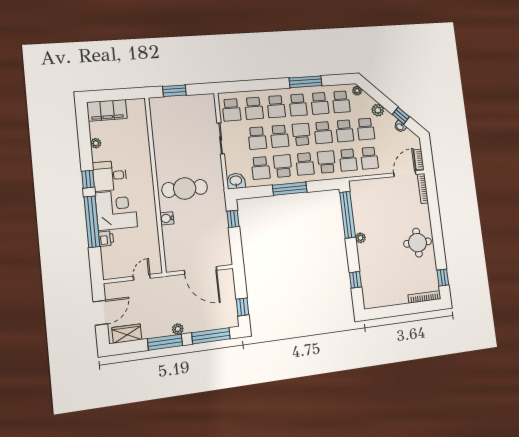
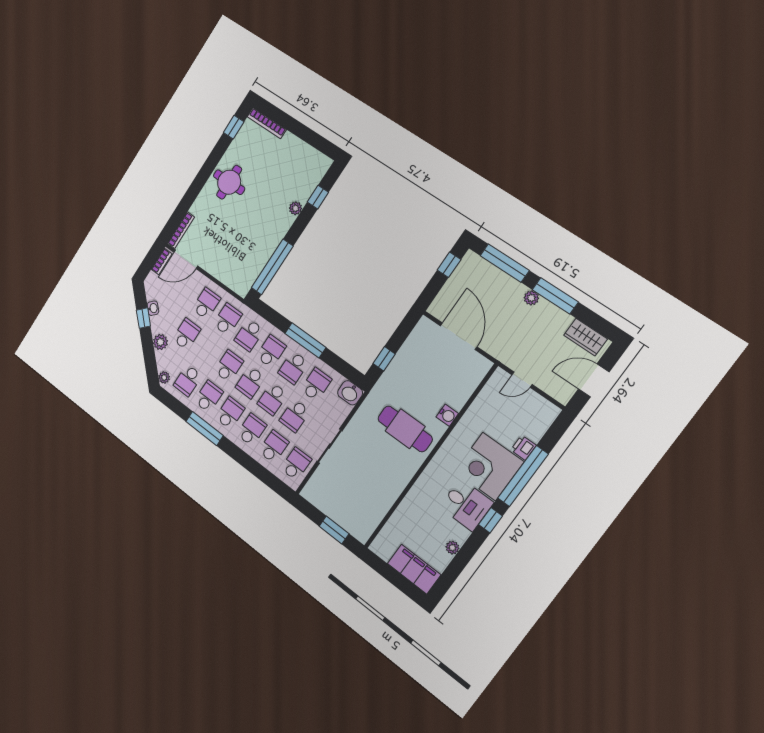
school desk: (341, 102) -> (188, 380), turned 180
school desk: (345, 131) -> (207, 350), removed
school desk: (279, 136) -> (272, 399), turned 180
school desk: (257, 138) -> (295, 416), turned 180
plant: (360, 238) -> (296, 208), moved

